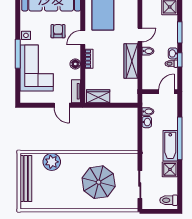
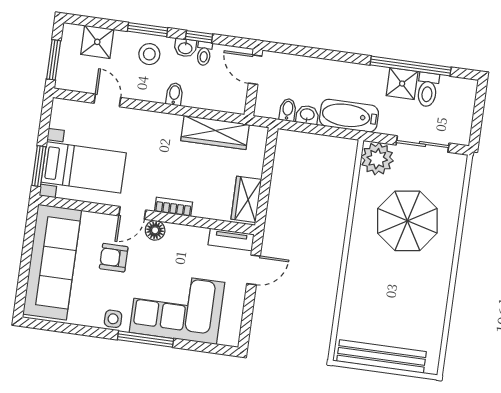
door: (140, 35) -> (107, 100), moved
stool: (167, 35) -> (149, 54), added
door: (83, 38) -> (132, 213), hinge flipped
wardrobe: (131, 61) -> (215, 132), moved
floor lamp: (75, 64) -> (155, 230), moved
window: (180, 138) -> (411, 66), moved
bathtub: (170, 146) -> (349, 116), moved, turned 180
plant: (52, 162) -> (377, 159), moved
toilet: (169, 200) -> (428, 90), moved

